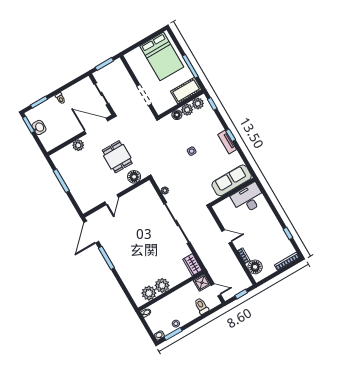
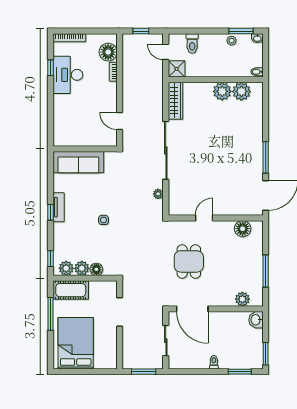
washbasin: (39, 127) -> (256, 320), moved
plant: (78, 145) -> (242, 299), moved
floor lamp: (134, 177) -> (243, 229), moved
desk: (248, 199) -> (68, 75), moved, turned 90
door: (112, 200) -> (204, 218), moved
door: (227, 236) -> (120, 121), moved
wardrobe: (192, 265) -> (176, 101), width x1.50

